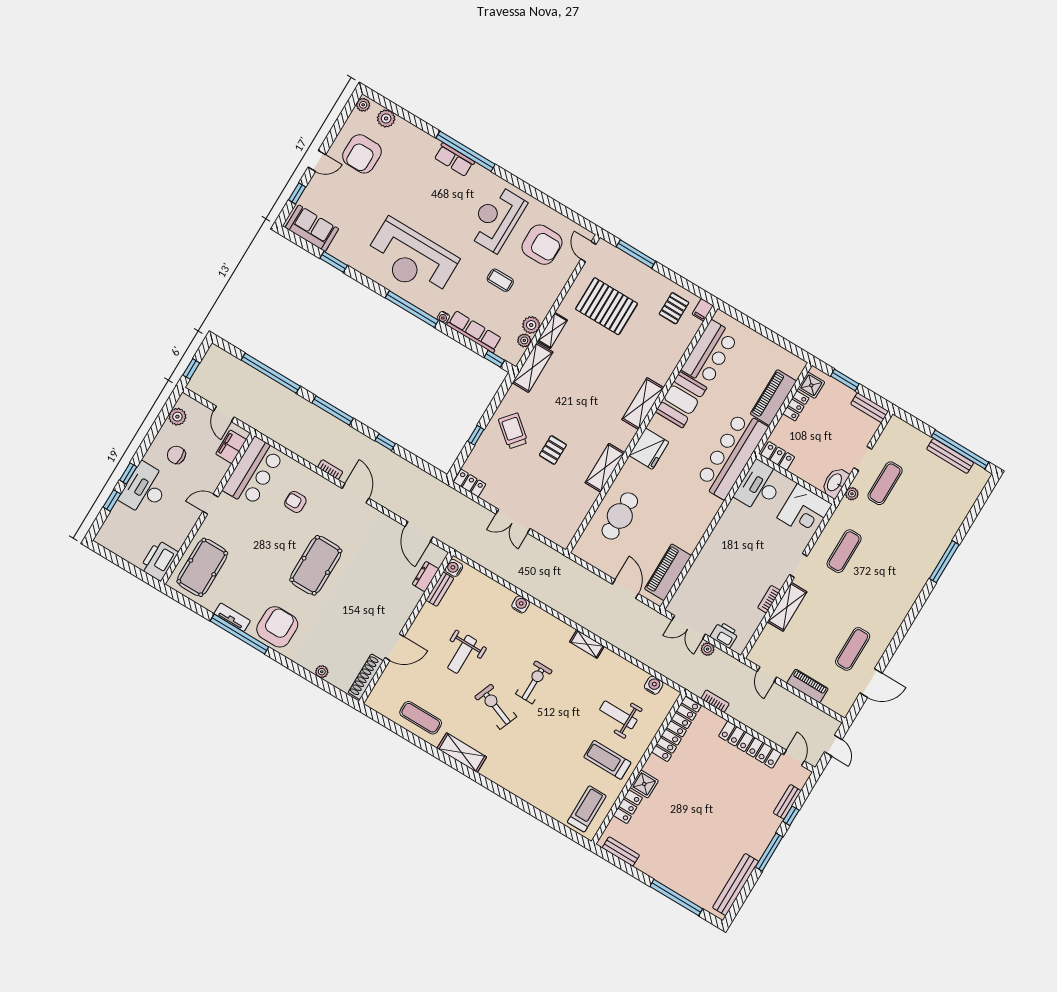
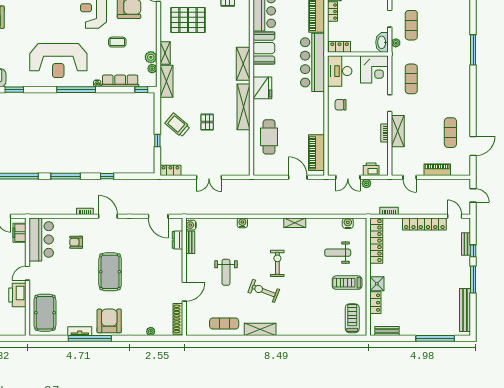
shelving: (605, 468) -> (243, 107), width x1.47
chair: (735, 530) -> (341, 105), added
printer: (159, 560) -> (17, 295), moved

